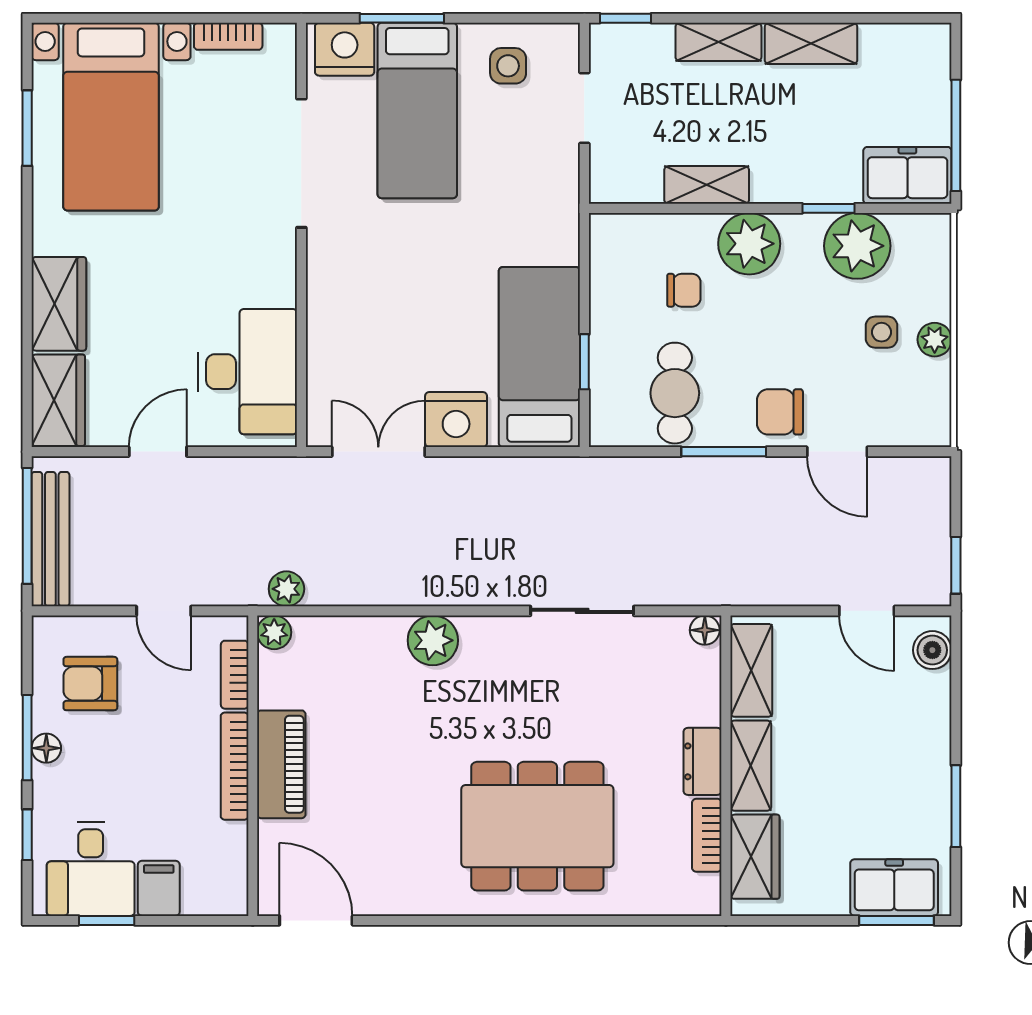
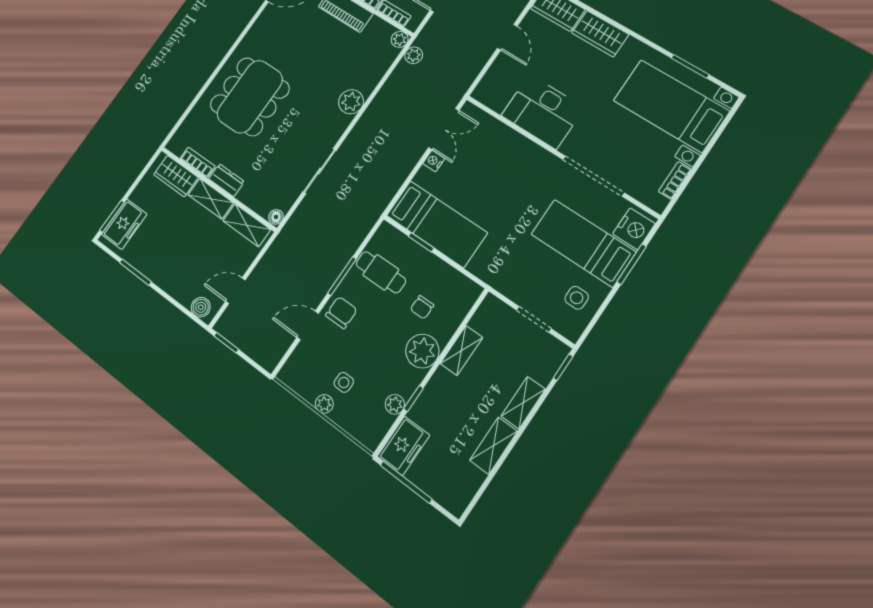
plant: (857, 246) -> (395, 404), width x0.53, depth x0.53
desk: (248, 372) -> (543, 112), moved
nightstand: (456, 420) -> (434, 161), width x0.53, depth x0.56

